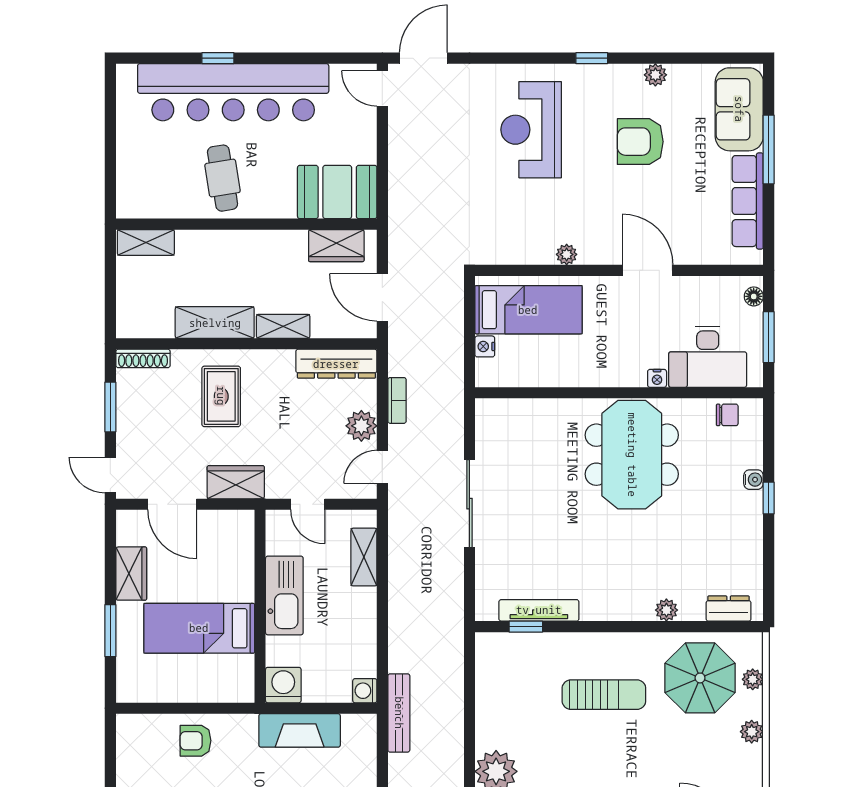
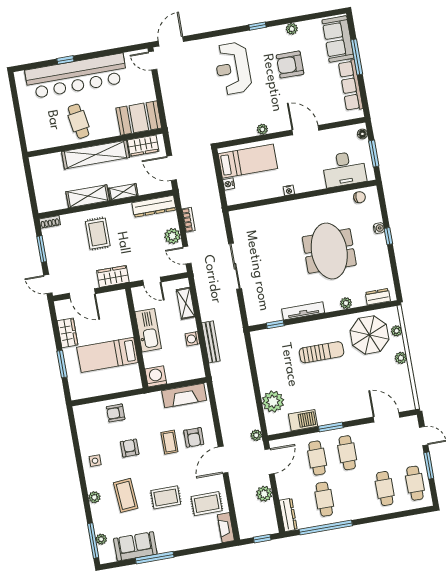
shelving: (146, 242) -> (96, 155), moved, width x2.20, depth x1.33
shoe rack: (143, 358) -> (50, 222), width x0.70
nightstand: (657, 378) -> (289, 190), moved
meeting table: (632, 455) -> (329, 251), moved
door: (382, 467) -> (187, 255), hinge flipped
tv unit: (539, 610) -> (303, 311), moved
washing machine: (365, 691) -> (192, 339), moved
bench: (399, 713) -> (211, 342), moved
fireplace: (300, 730) -> (184, 395), moved

